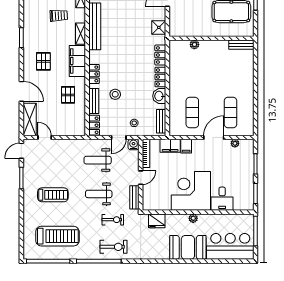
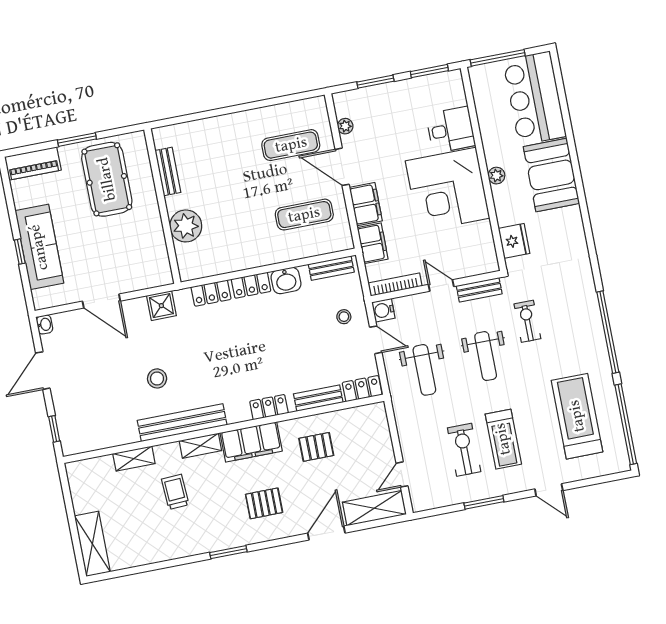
plant: (194, 45) -> (186, 226), width x1.87, depth x1.87
bench: (241, 45) -> (168, 171), moved
stool: (115, 94) -> (157, 378), moved
filing cabinet: (186, 146) -> (366, 204), width x2.00
door: (21, 151) -> (549, 490), moved
treadmill: (53, 195) -> (503, 439), turned 180
exercise bike: (113, 247) -> (464, 450), moved

